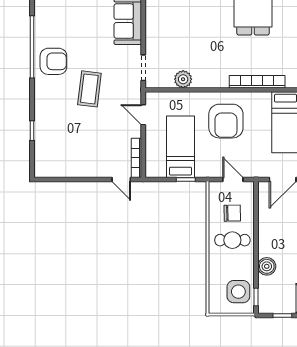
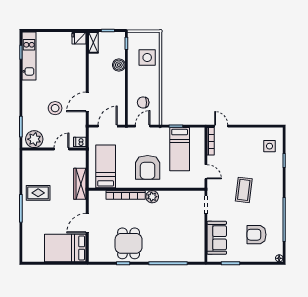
armchair: (53, 61) -> (257, 235), moved
plant: (183, 79) -> (152, 197), moved
armchair: (226, 121) -> (148, 167), turned 180
side table: (53, 151) -> (270, 146), added
door: (233, 179) -> (143, 126), swing flipped
cafe table: (232, 240) -> (143, 83), removed
side table: (238, 292) -> (147, 58), moved

